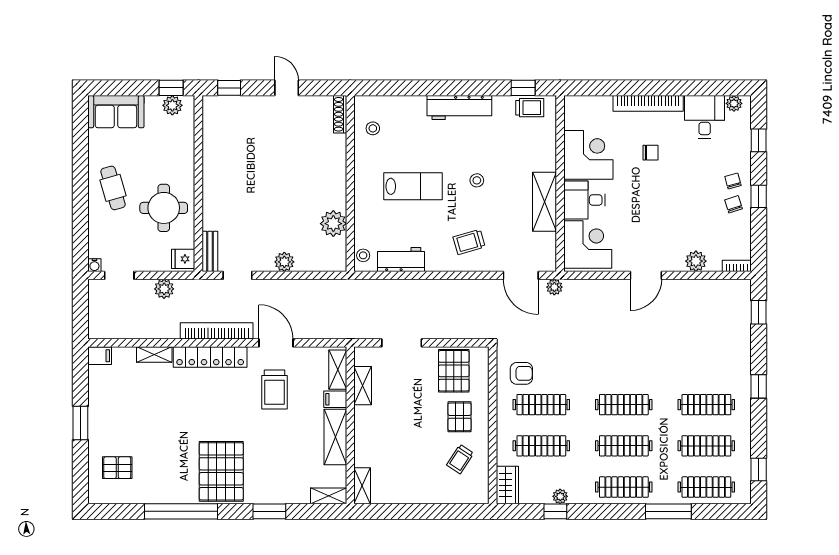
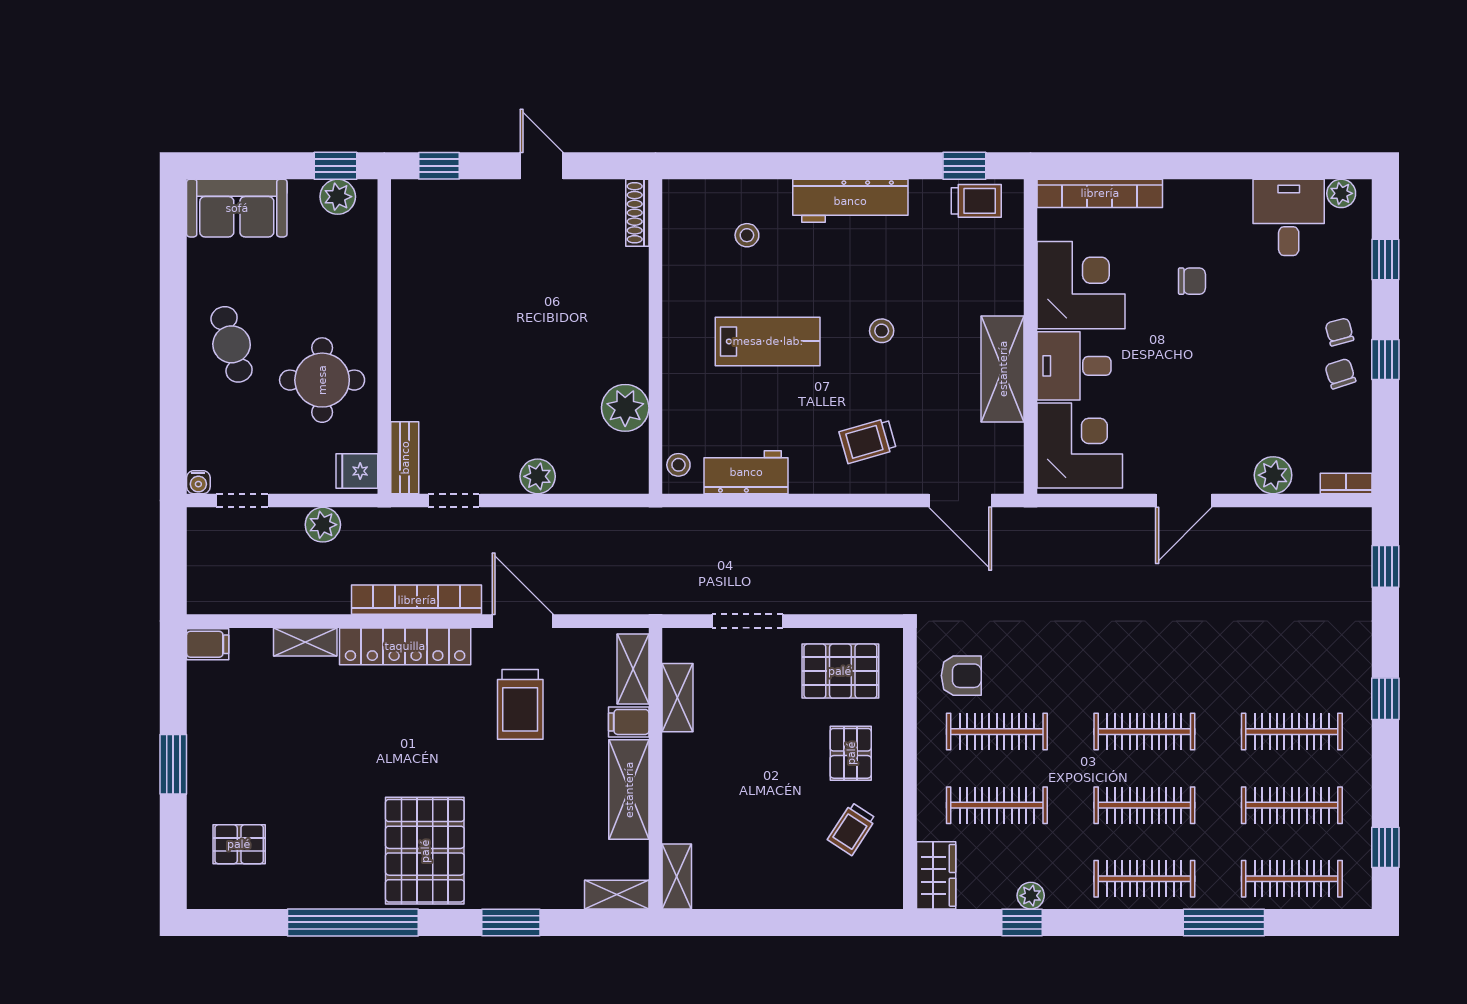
bookcase: (648, 103) -> (1100, 193), moved
stool: (373, 128) -> (747, 235), moved
plant: (554, 287) -> (1020, 522), removed
pallet: (454, 371) -> (840, 671), turned 90

